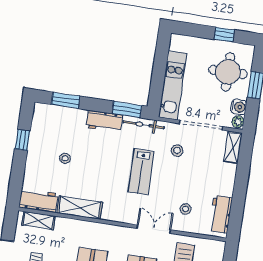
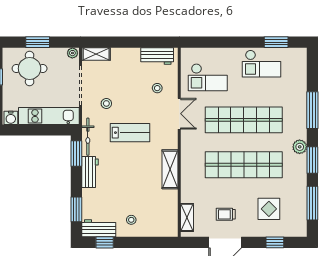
water cooler: (239, 107) -> (11, 118), moved, turned 180
window: (22, 140) -> (105, 242), moved
stool: (65, 158) -> (131, 220), moved
workbench: (38, 200) -> (99, 228), moved, turned 90
shelving: (80, 208) -> (170, 169), moved
double door: (154, 229) -> (179, 114), swing flipped

